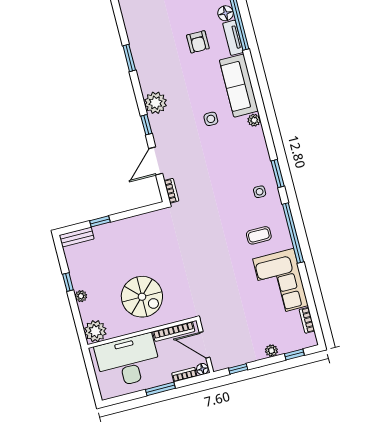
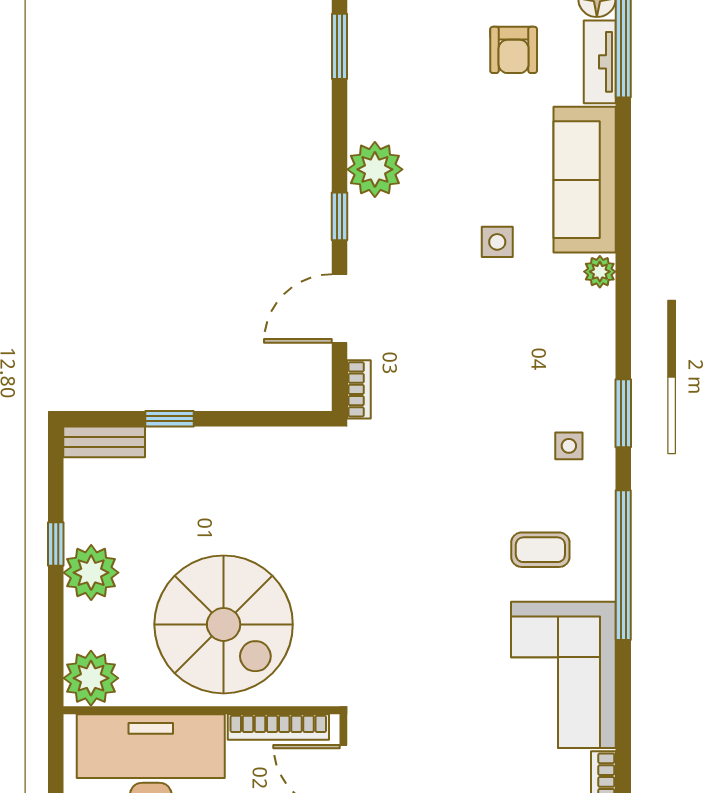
plant: (81, 296) -> (91, 573), width x1.88, depth x1.88
spiral stairs: (142, 297) -> (224, 624), width x1.37, depth x1.37

